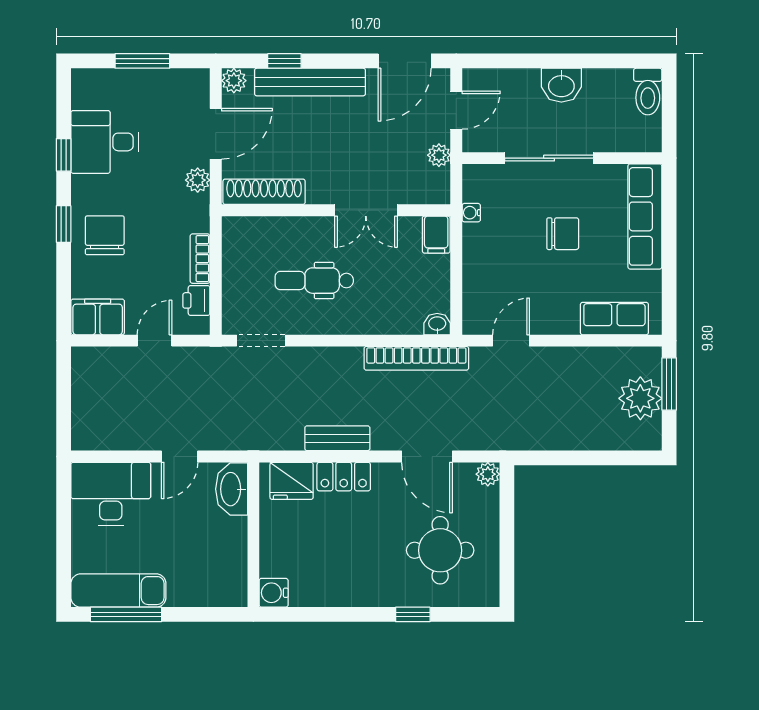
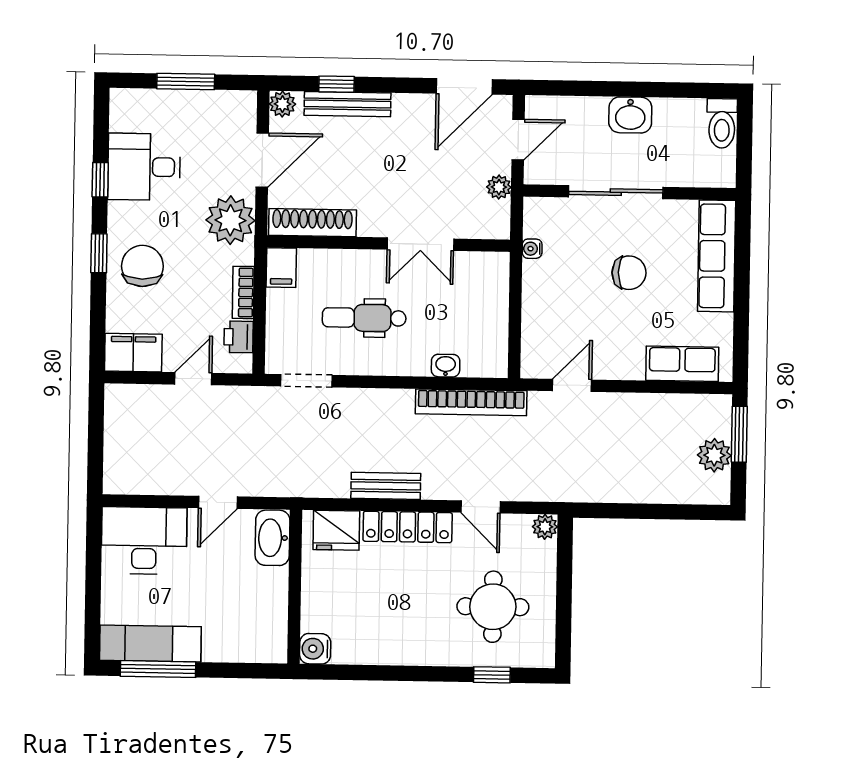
bench: (310, 82) -> (348, 104), width x0.73, depth x0.82
plant: (198, 180) -> (230, 220), width x1.87, depth x1.87
filing cabinet: (436, 235) -> (281, 268), moved
washbasin: (437, 324) -> (446, 366), moved
plant: (640, 398) -> (714, 455), width x0.73, depth x0.73
door: (427, 457) -> (481, 507), width x0.73
locker: (344, 477) -> (408, 527), width x1.53
window: (413, 614) -> (492, 675), moved

